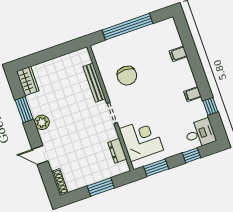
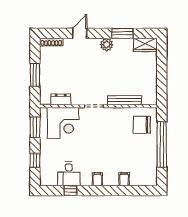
chair: (127, 76) -> (142, 125), moved
filing cabinet: (193, 94) -> (97, 179), moved
desk: (200, 133) -> (69, 174), moved

